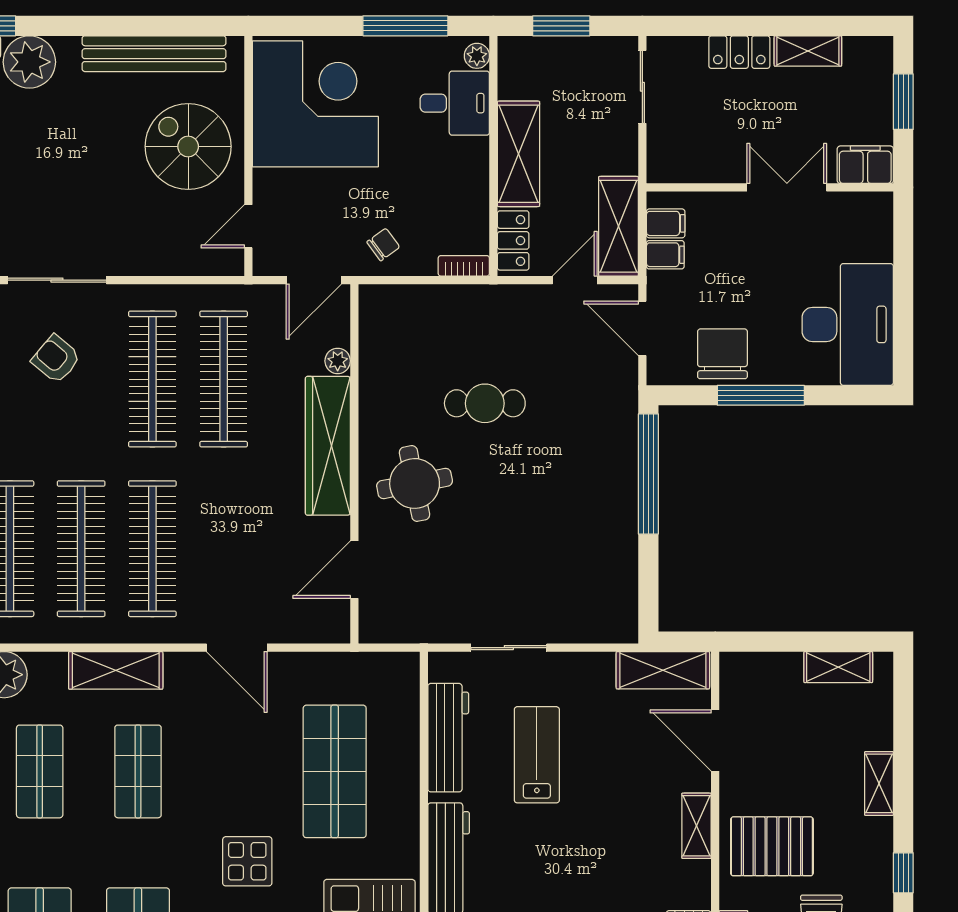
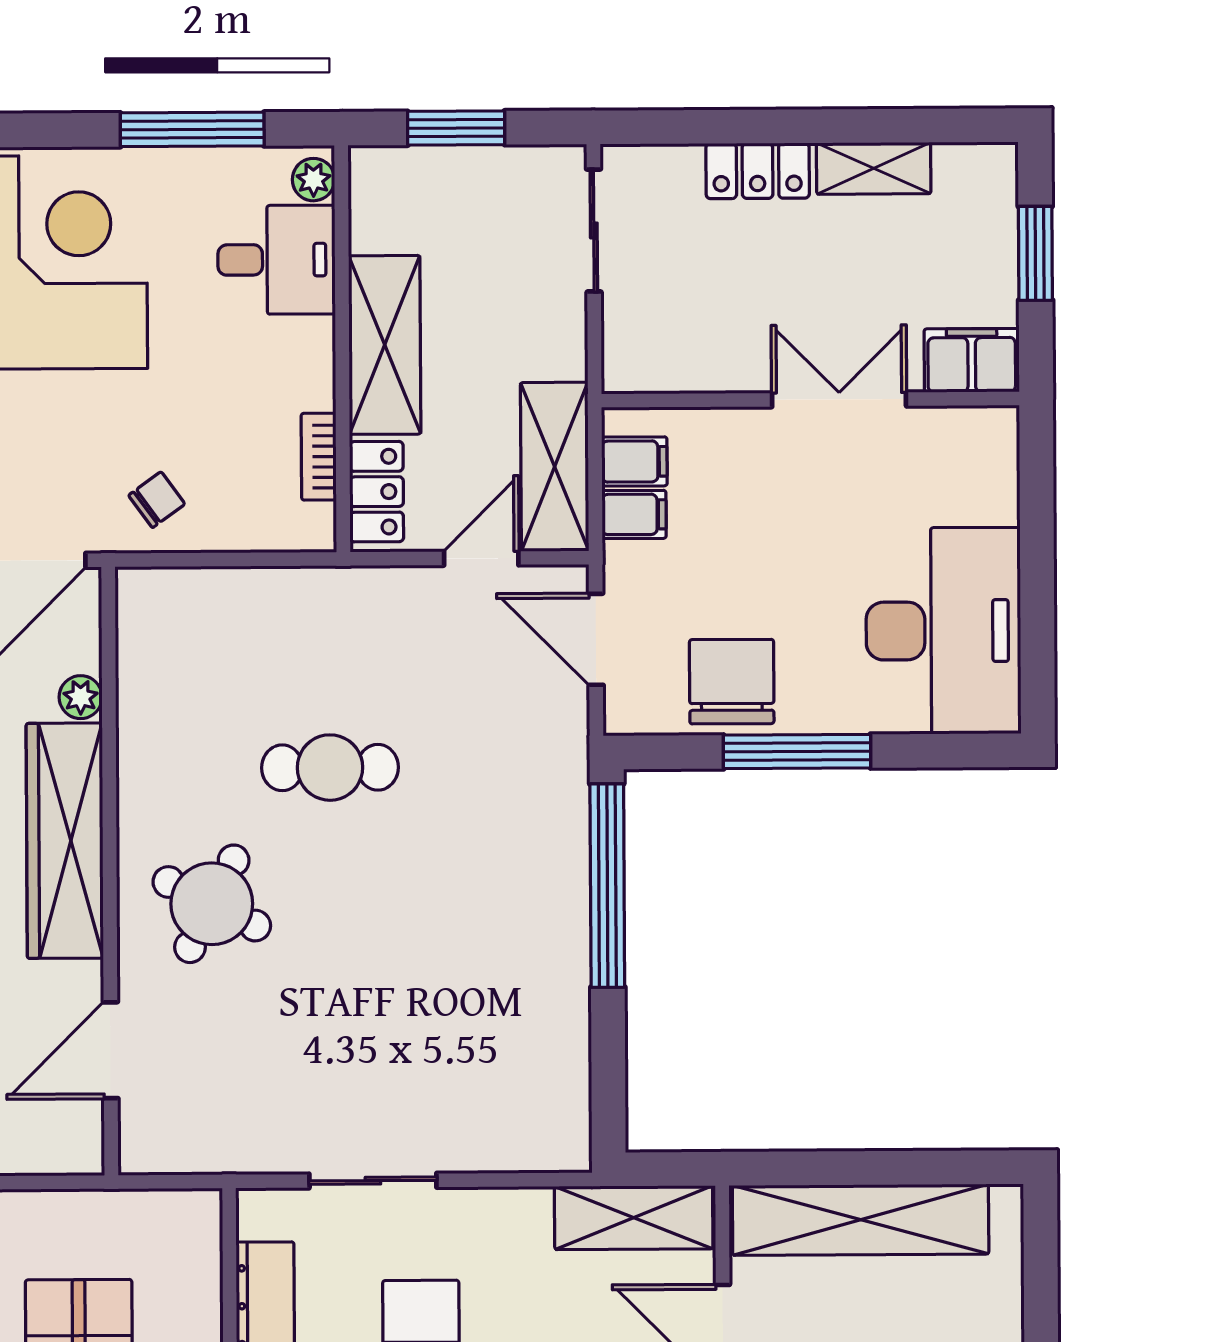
bookcase: (464, 266) -> (319, 457), moved, turned -90
round table: (415, 483) -> (212, 904), turned 38
shelving: (838, 667) -> (861, 1220), width x2.20, depth x1.33

